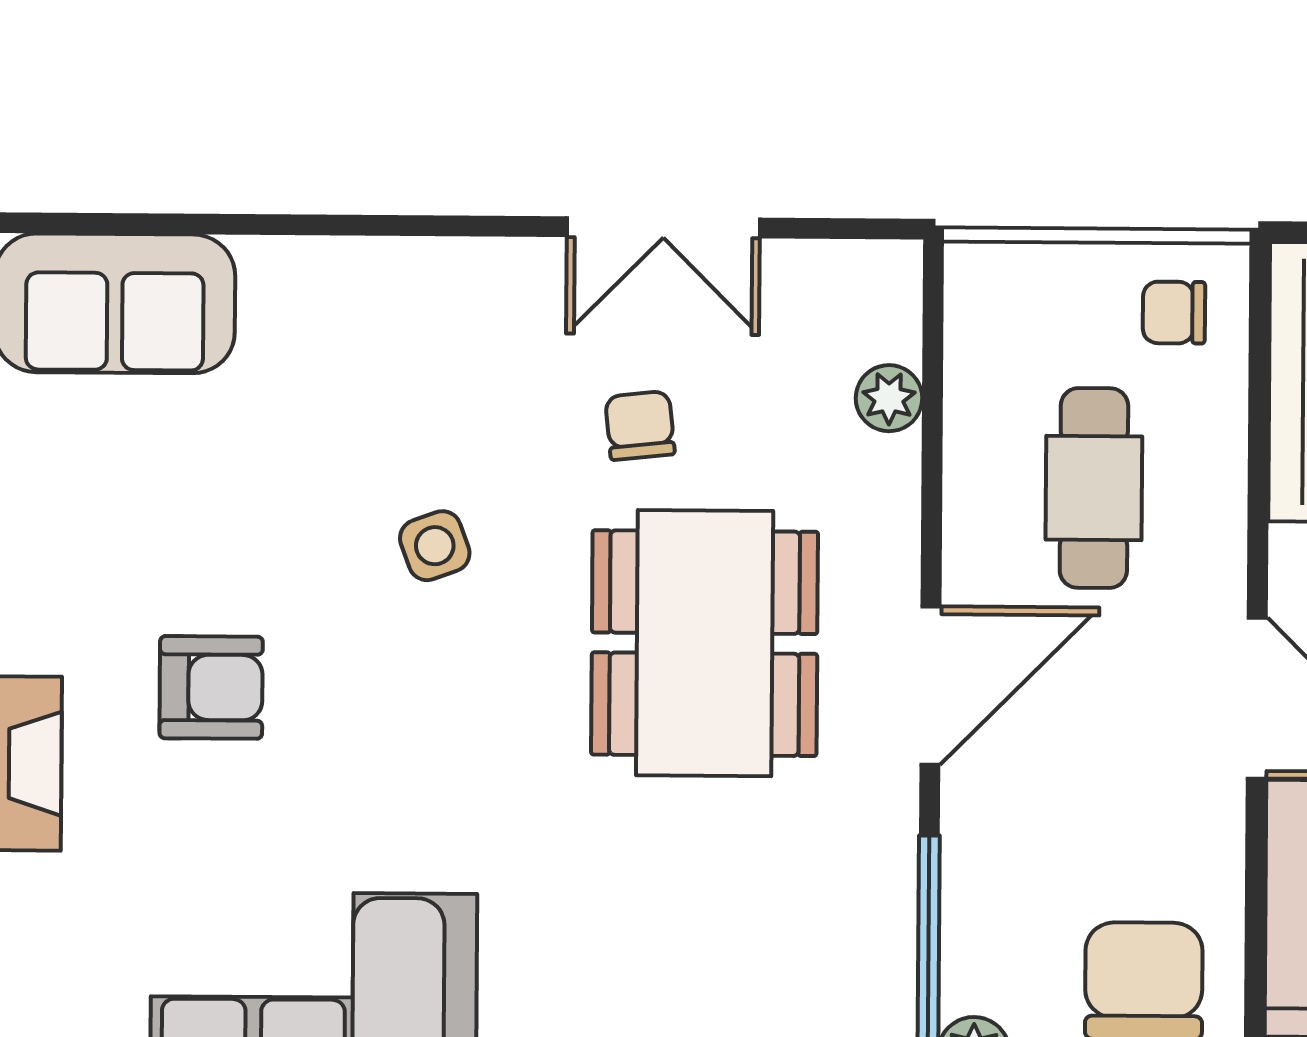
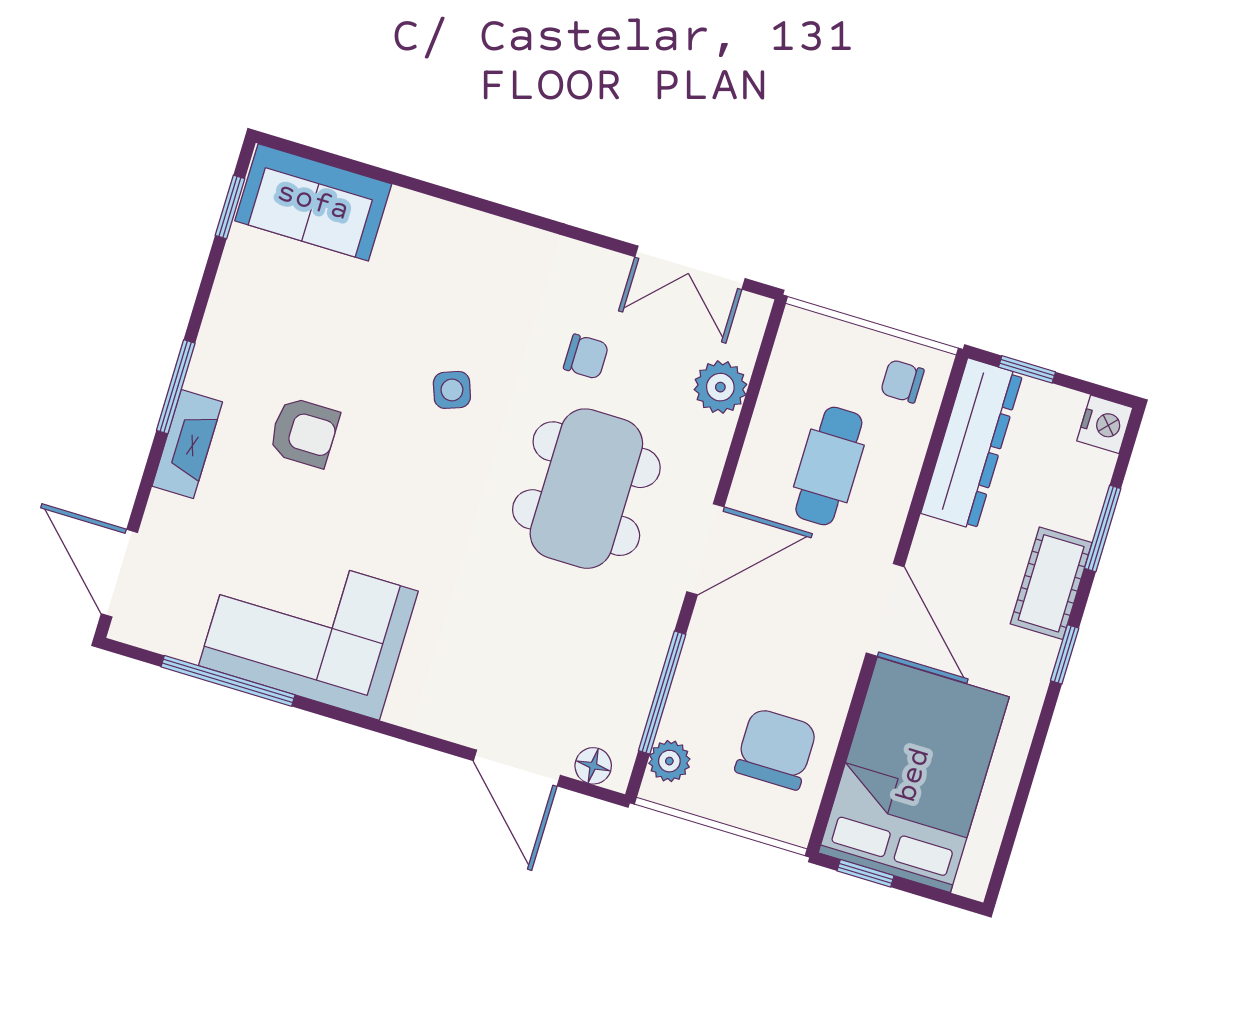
double door: (663, 227) -> (690, 268), moved
plant: (889, 398) -> (720, 387), width x1.38, depth x1.38
chair: (640, 425) -> (586, 357), turned 96

